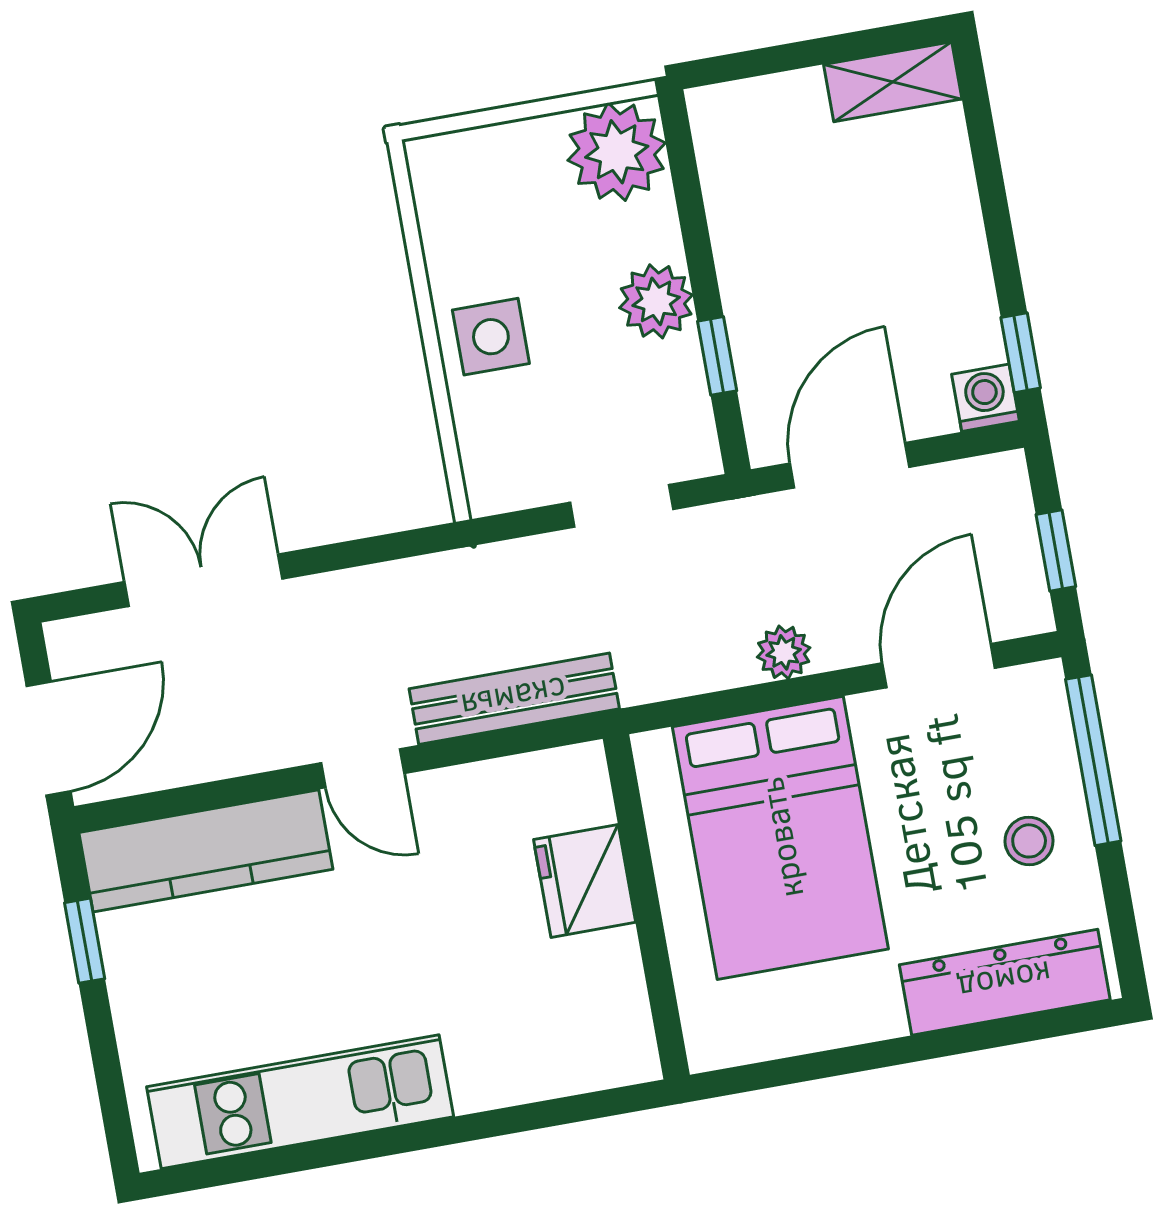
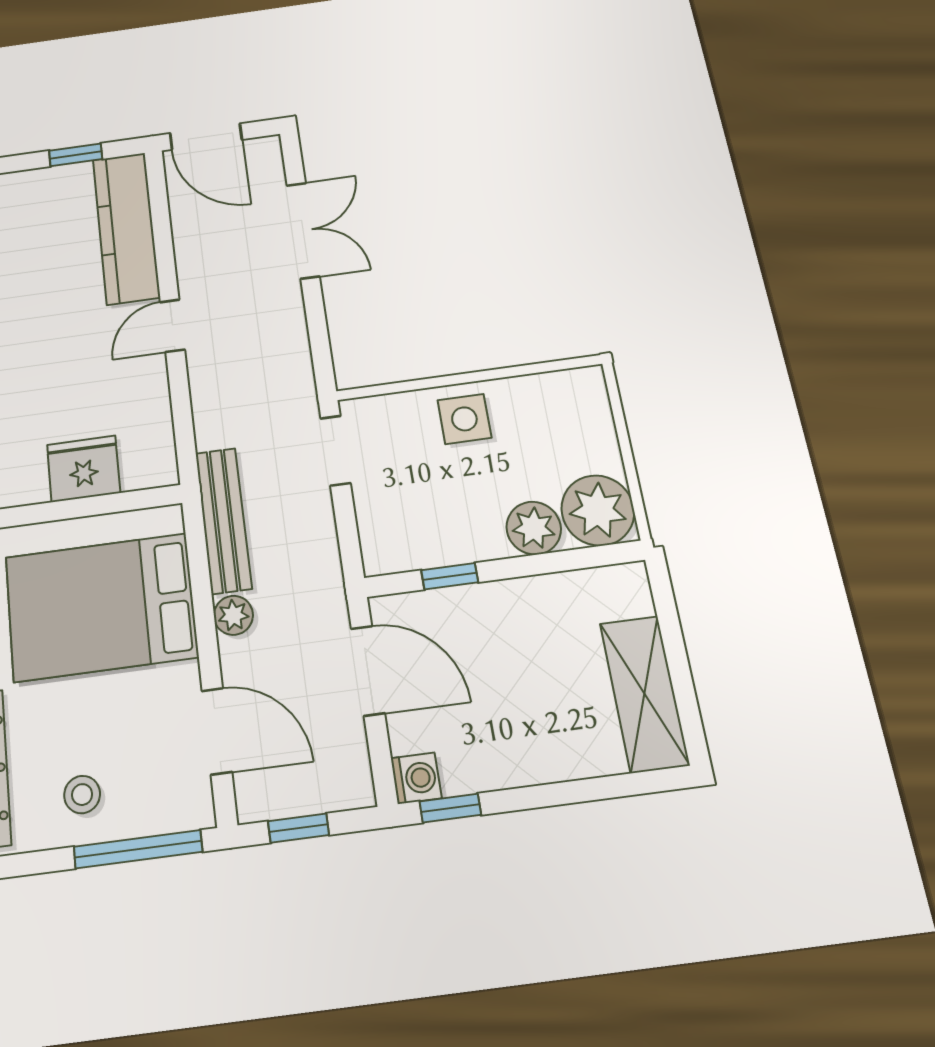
shelving: (893, 82) -> (644, 694), width x1.50, depth x1.33
plant: (656, 301) -> (534, 528), moved
doorway: (622, 506) -> (336, 451), moved
bench: (514, 699) -> (223, 520), moved

